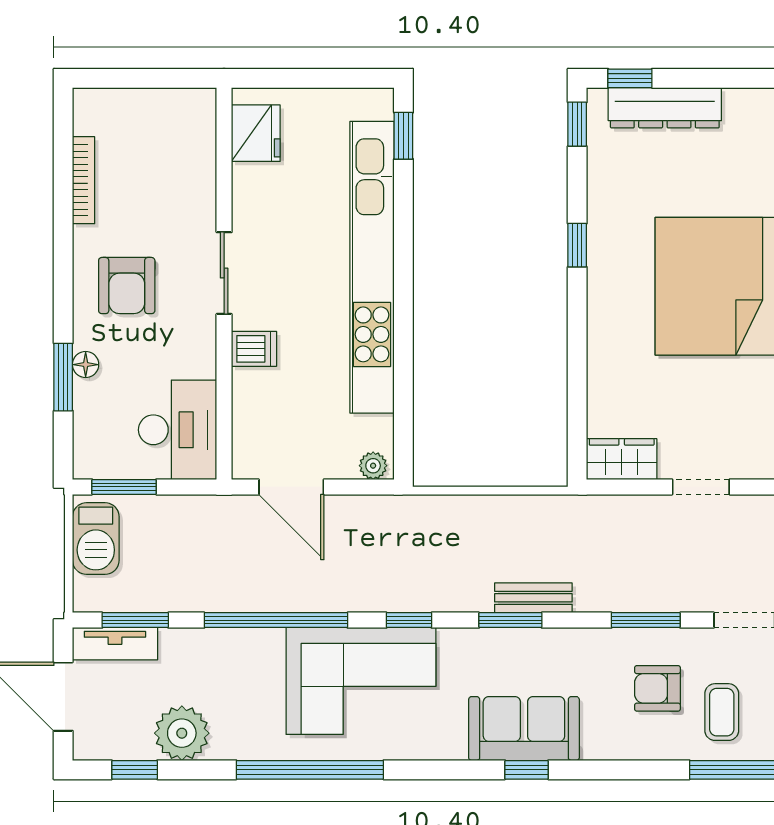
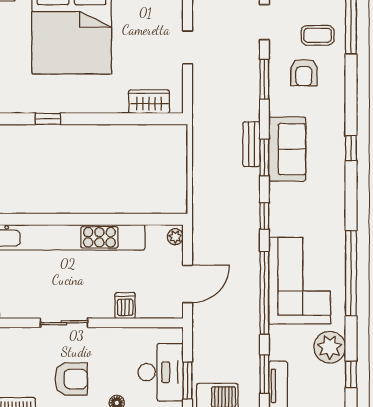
dishwasher: (254, 349) -> (125, 306), moved
desk: (178, 430) -> (161, 372), moved, turned 90
wardrobe: (622, 459) -> (149, 102), moved, turned 90
corner sofa: (361, 681) -> (300, 281), moved
sofa: (524, 729) -> (287, 149), moved, turned 180

